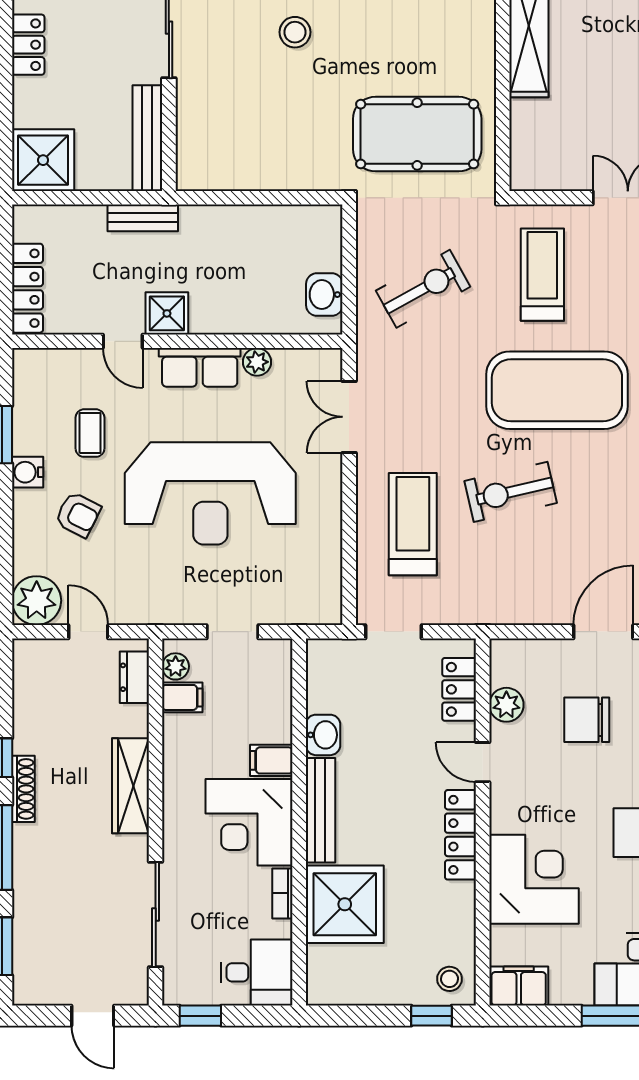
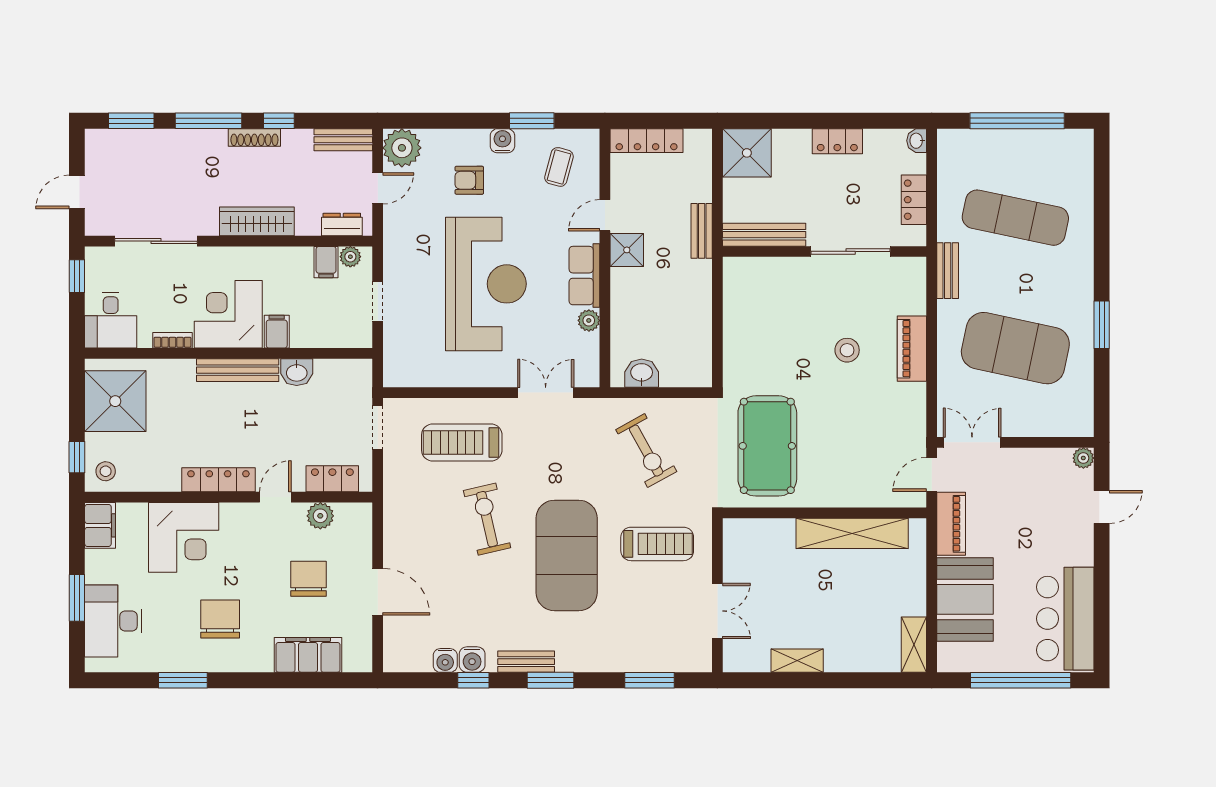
coffee table: (90, 433) -> (559, 167), moved, turned -75
reception desk: (210, 493) -> (486, 284), turned 180
armchair: (78, 515) -> (469, 180), turned 63
treadmill: (413, 524) -> (462, 443), turned 180
bench: (26, 675) -> (343, 140), added
shower: (345, 904) -> (115, 401), moved

